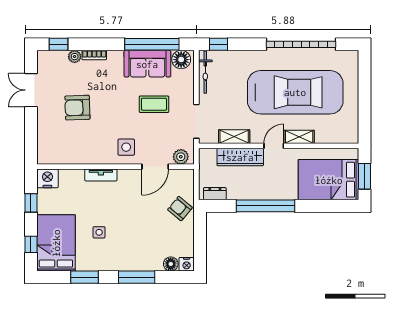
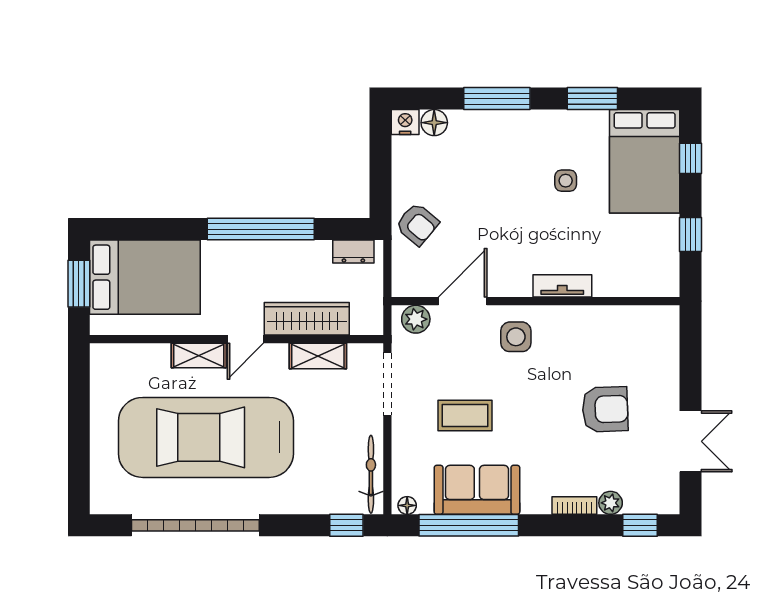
floor lamp: (181, 60) -> (407, 505), width x0.53, depth x0.53
nightstand: (47, 178) -> (660, 280), removed

